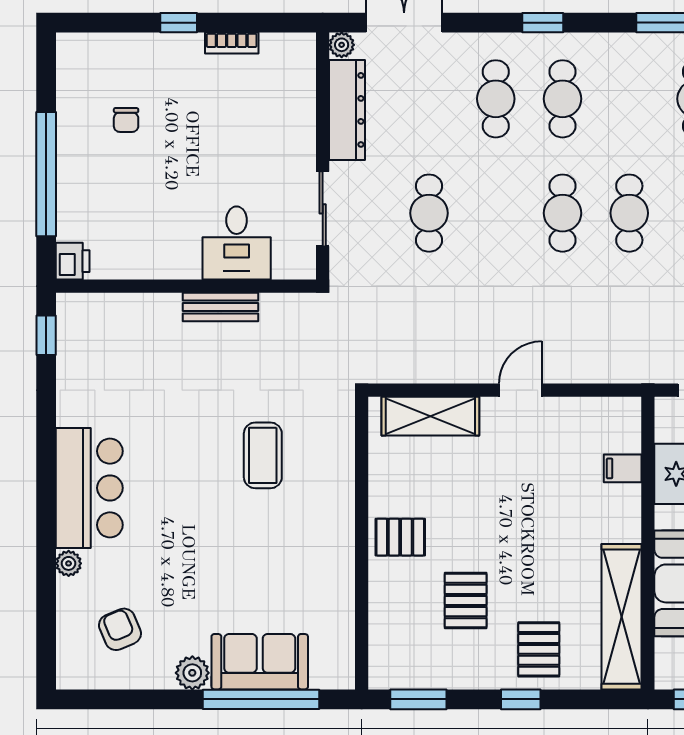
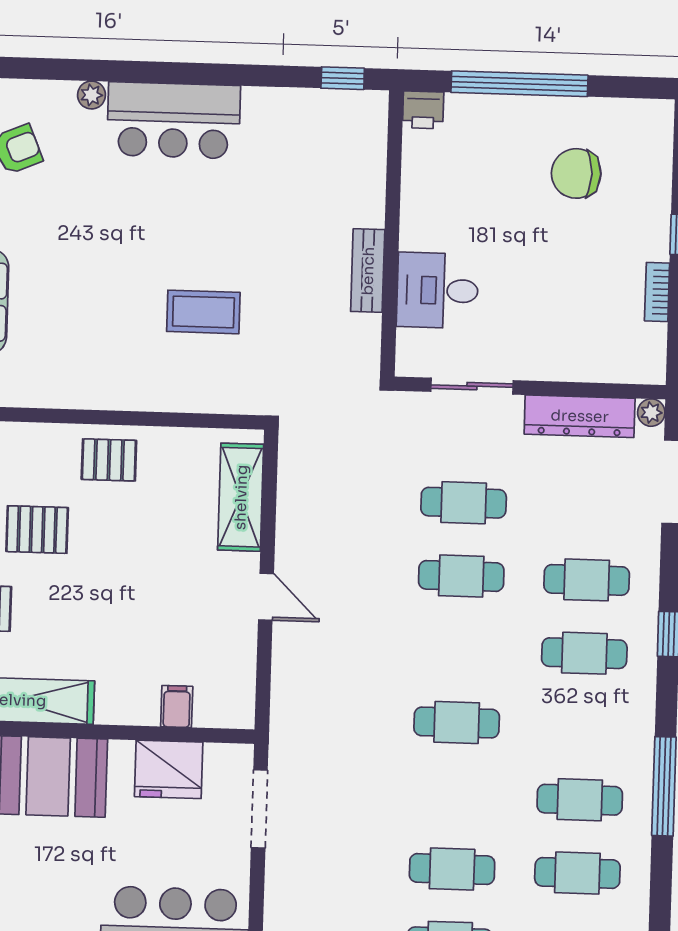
chair: (126, 120) -> (576, 173), width x1.87, depth x1.87
cafe table: (563, 213) -> (461, 576), moved
pallet: (400, 537) -> (109, 460), turned 90

